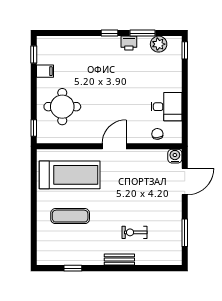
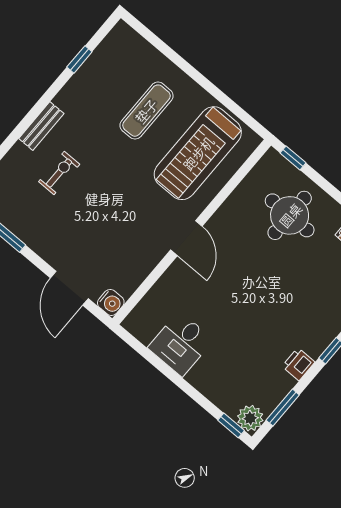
window: (142, 33) -> (283, 408), moved
plant: (159, 44) -> (250, 418), moved
chair: (157, 134) -> (157, 304), removed

